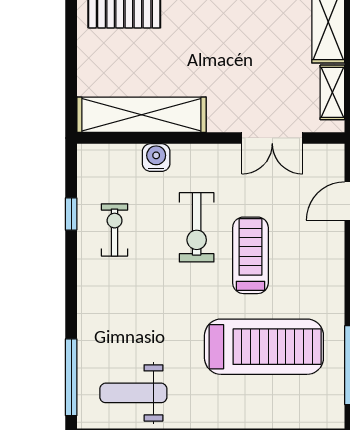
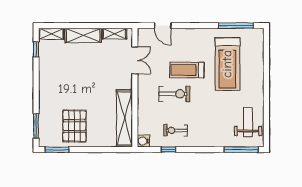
water cooler: (156, 158) -> (143, 141), moved
treadmill: (264, 347) -> (227, 64), turned 180
weight bench: (133, 393) -> (248, 122), turned 180

